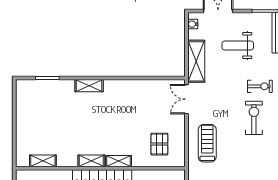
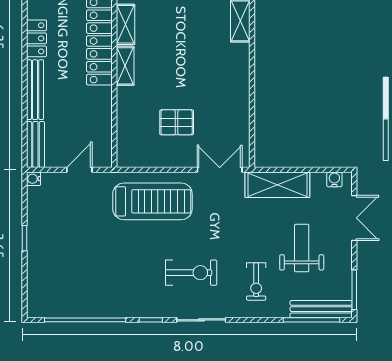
exercise bike: (260, 86) -> (256, 282), moved
treadmill: (207, 143) -> (152, 201), width x1.37, depth x1.38
pallet: (159, 144) -> (177, 122), moved

